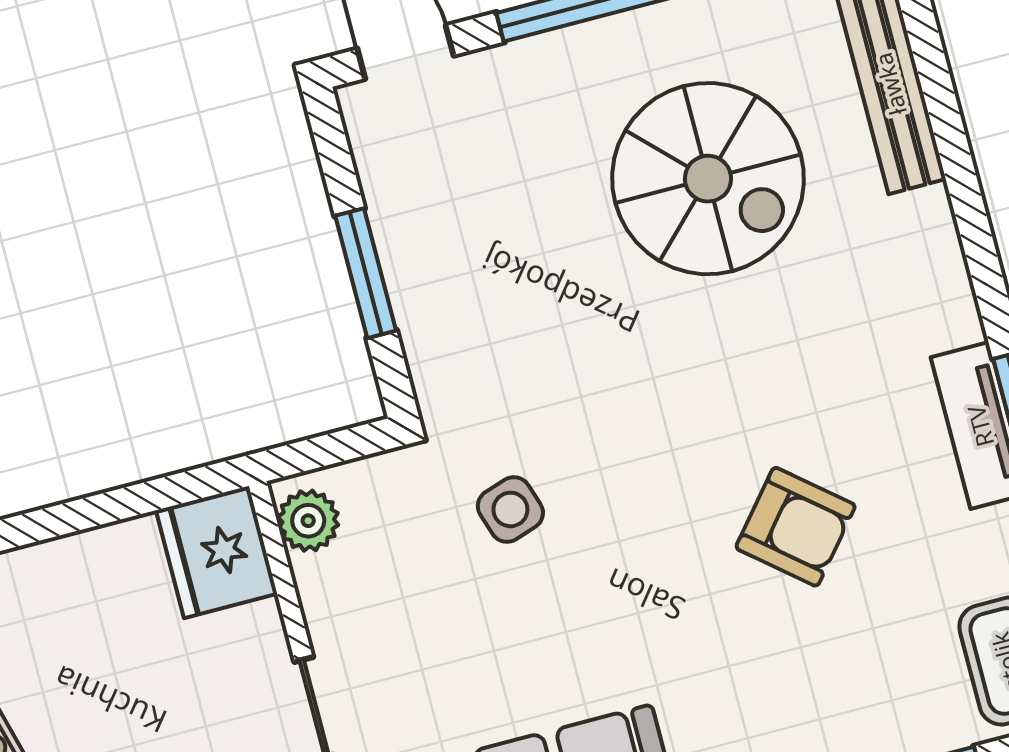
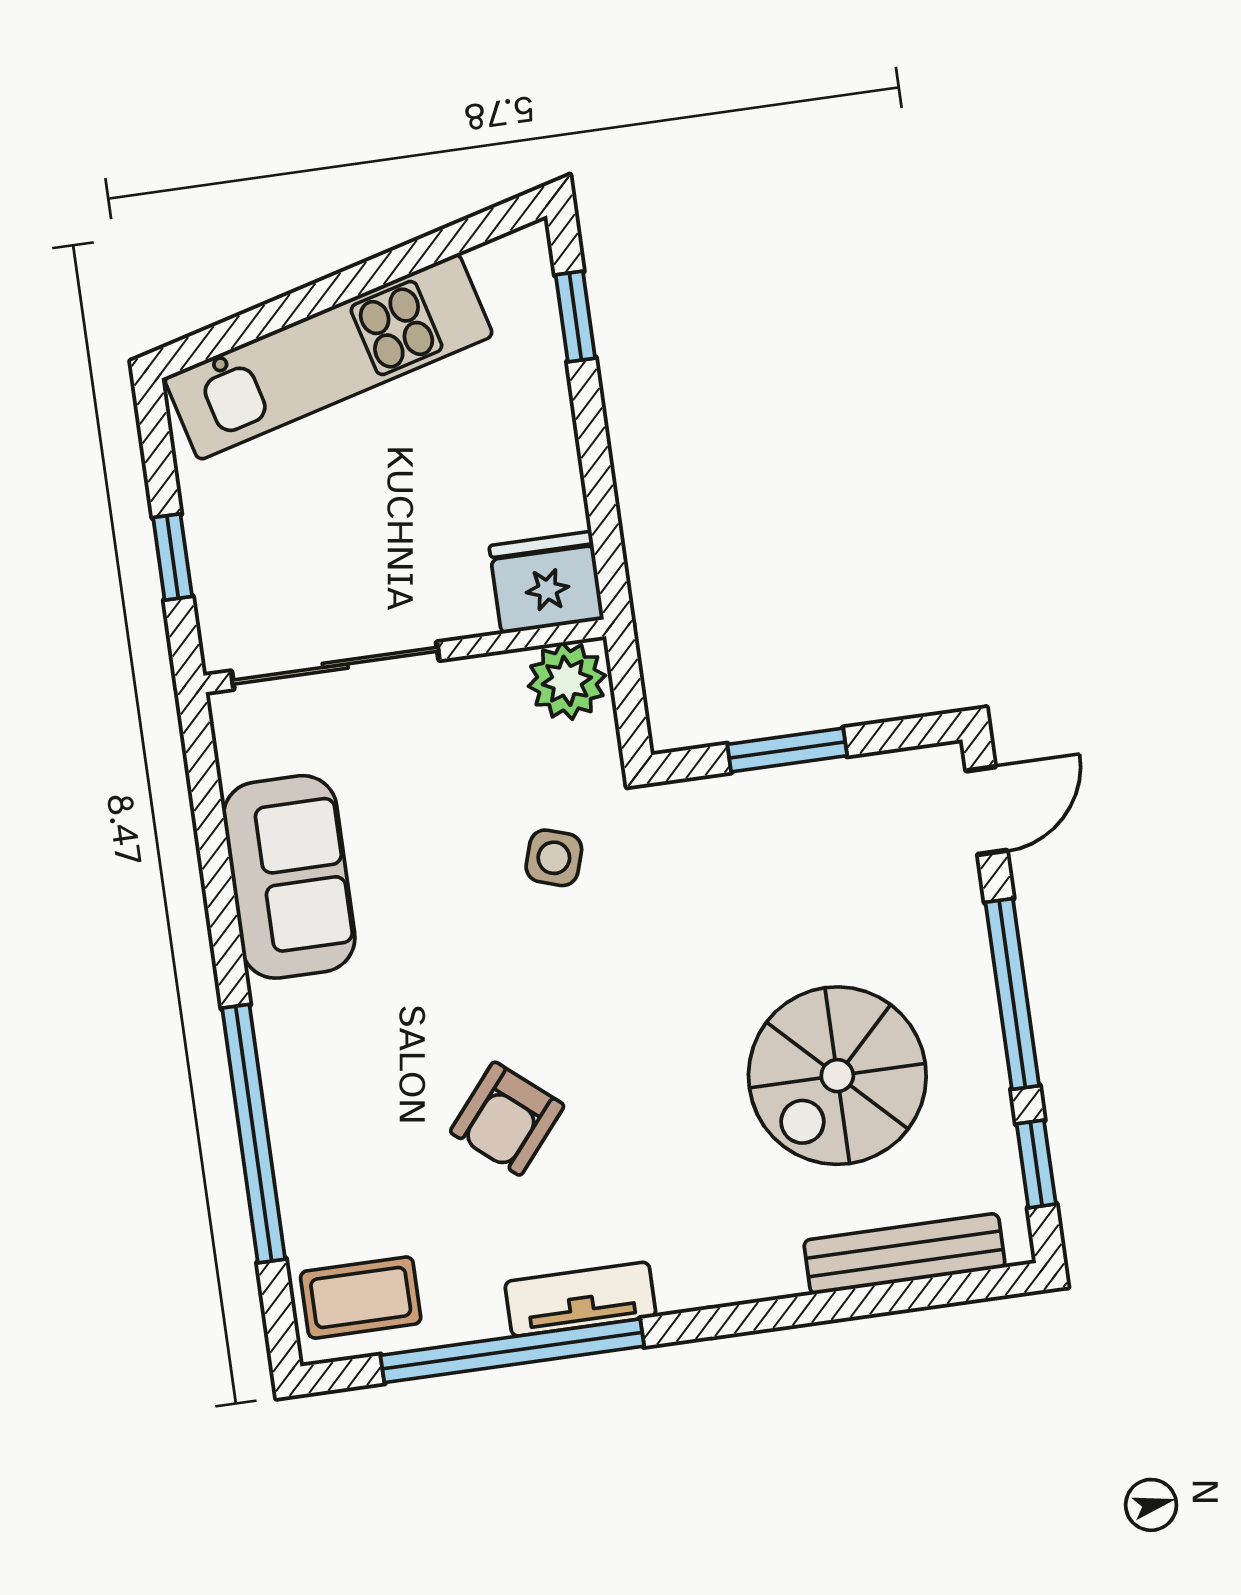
side table: (510, 509) -> (554, 858), turned 36
plant: (308, 521) -> (567, 681), width x1.38, depth x1.38

